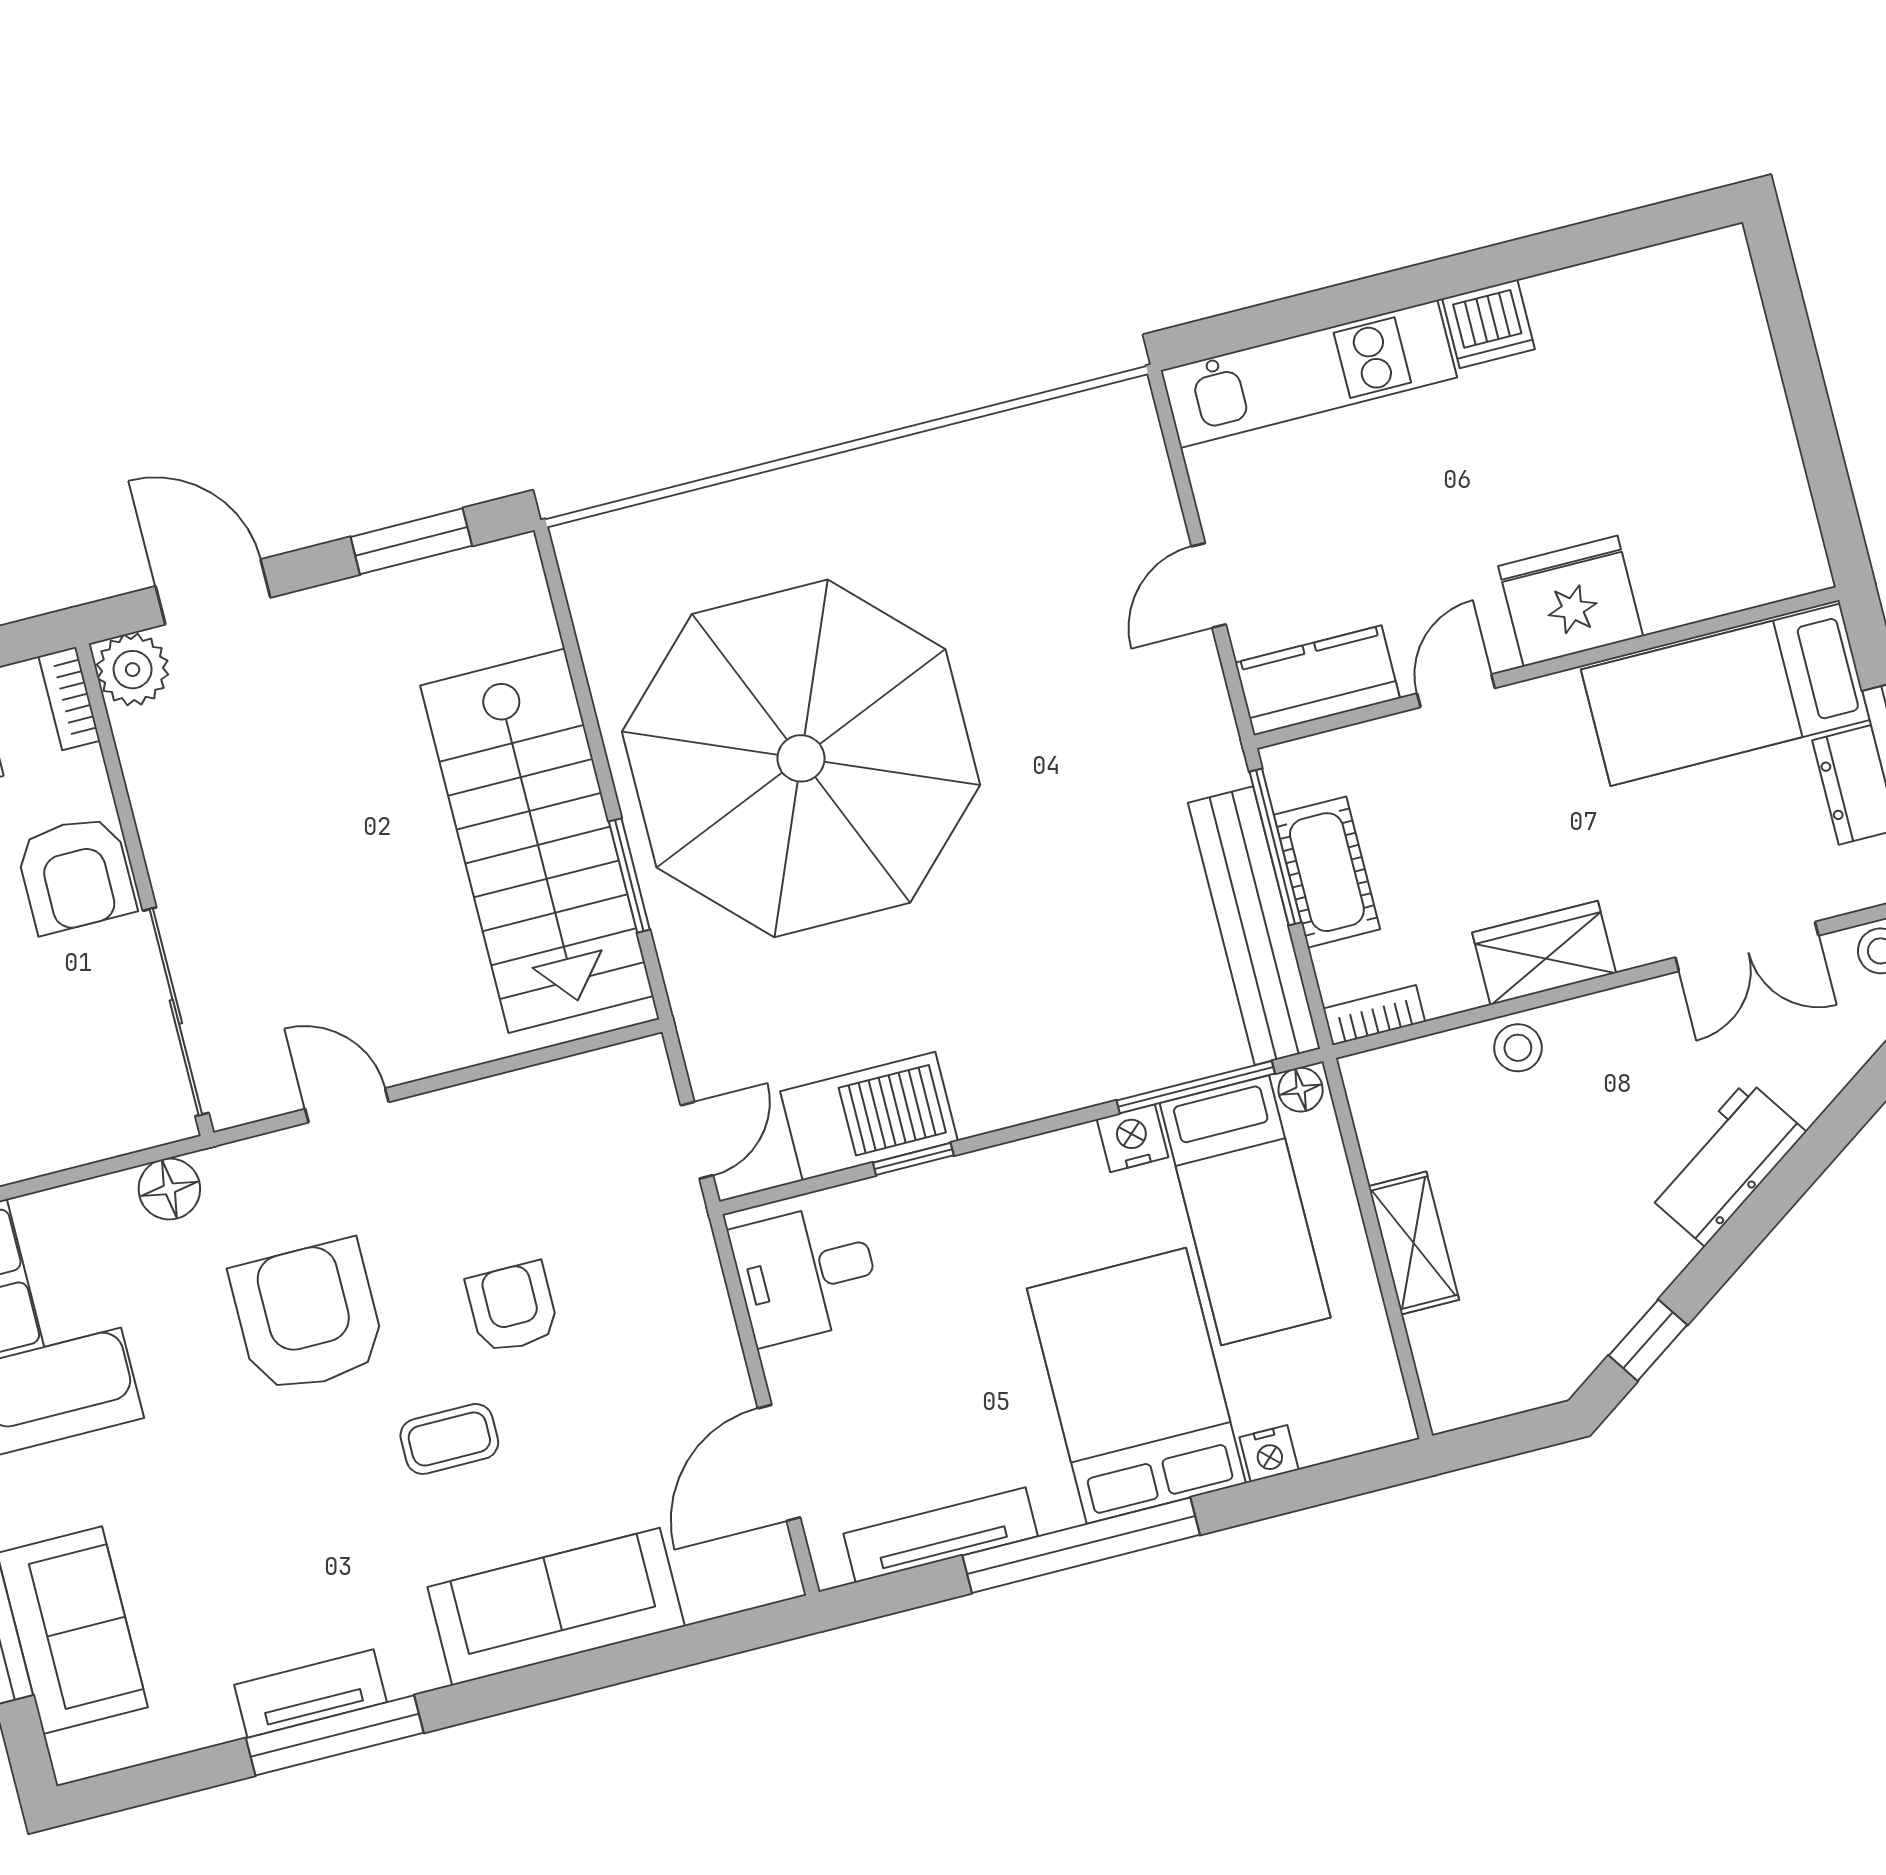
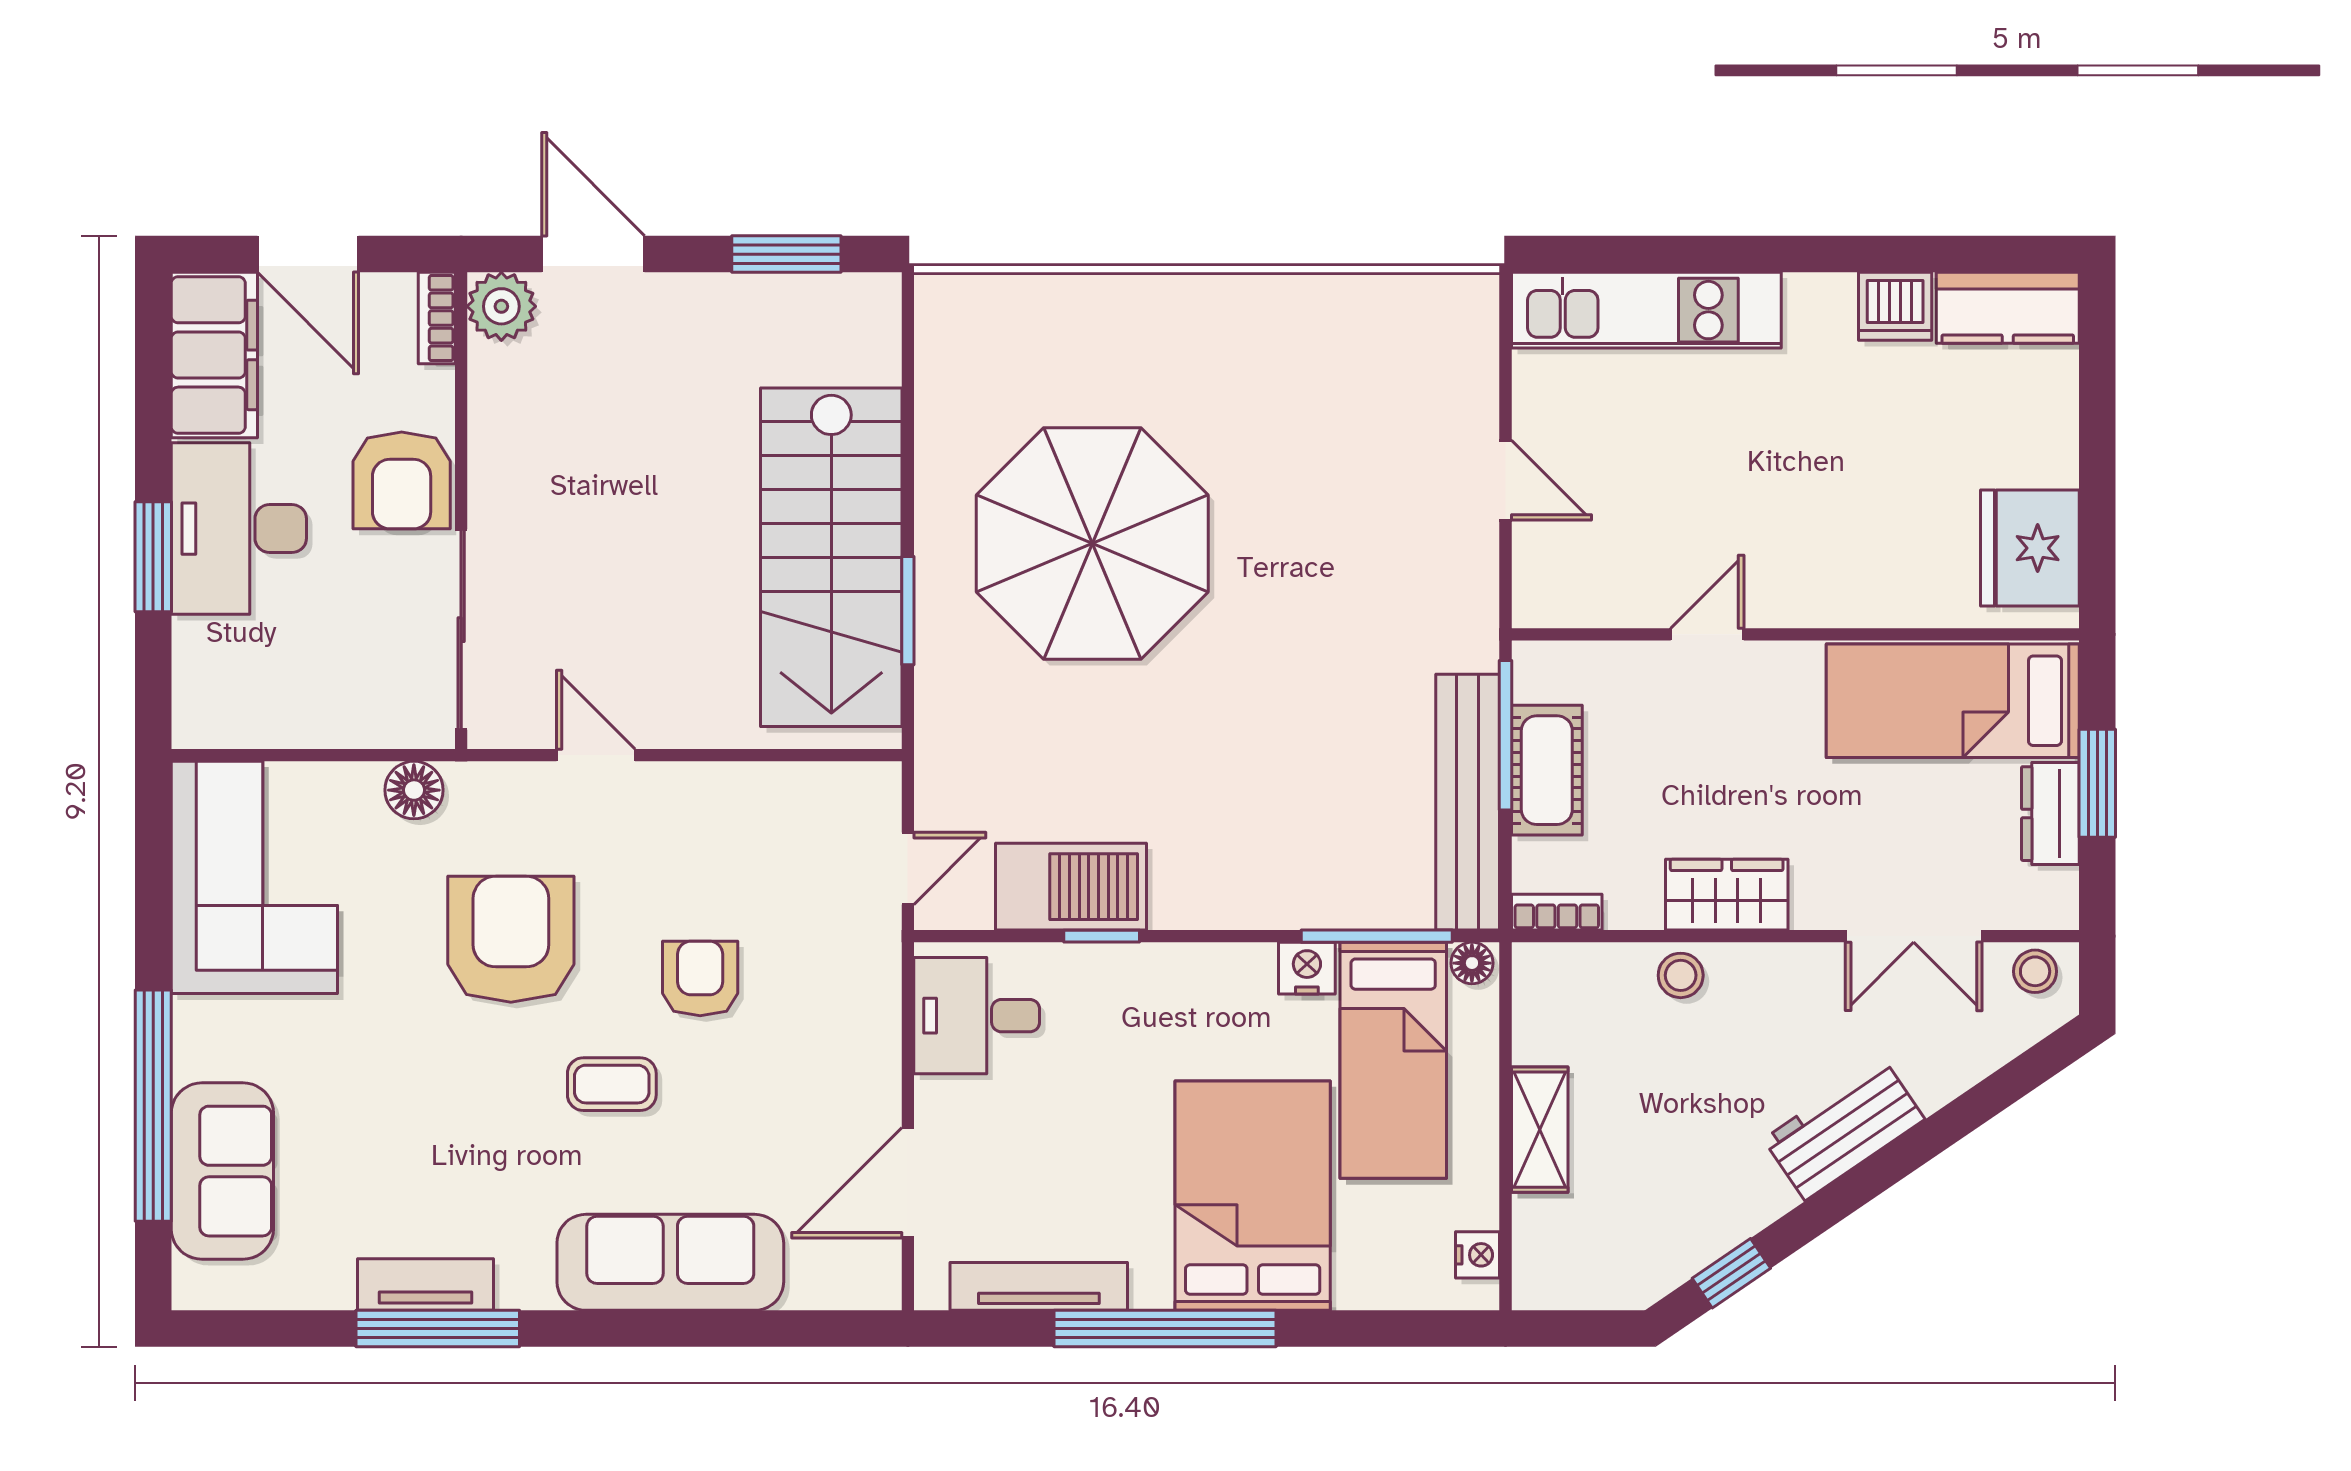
dishwasher: (1489, 324) -> (1895, 306), moved
door: (1209, 585) -> (1506, 480), swing flipped
fridge: (1571, 601) -> (2030, 548), moved, turned -90
kitchen counter: (1317, 680) -> (2008, 308), moved, turned 180
parasol: (801, 758) -> (1092, 543), width x0.73, depth x0.73
nightstand: (1269, 1454) -> (1478, 1255), moved, turned -90

